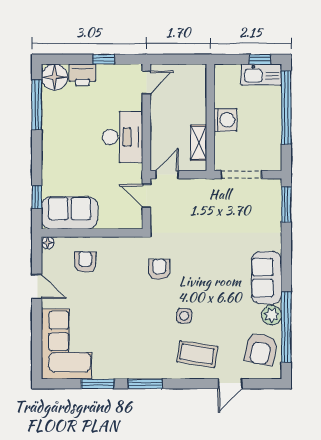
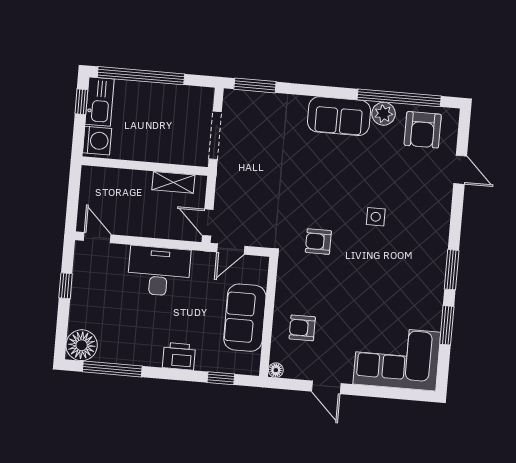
printer: (82, 75) -> (179, 356), moved, turned -90
washing machine: (225, 120) -> (97, 141), moved, turned 90
sofa: (70, 213) -> (245, 318), moved
door: (37, 286) -> (326, 387), swing flipped
armchair: (261, 349) -> (423, 130), turned 78
coffee table: (197, 354) -> (422, 205), removed

